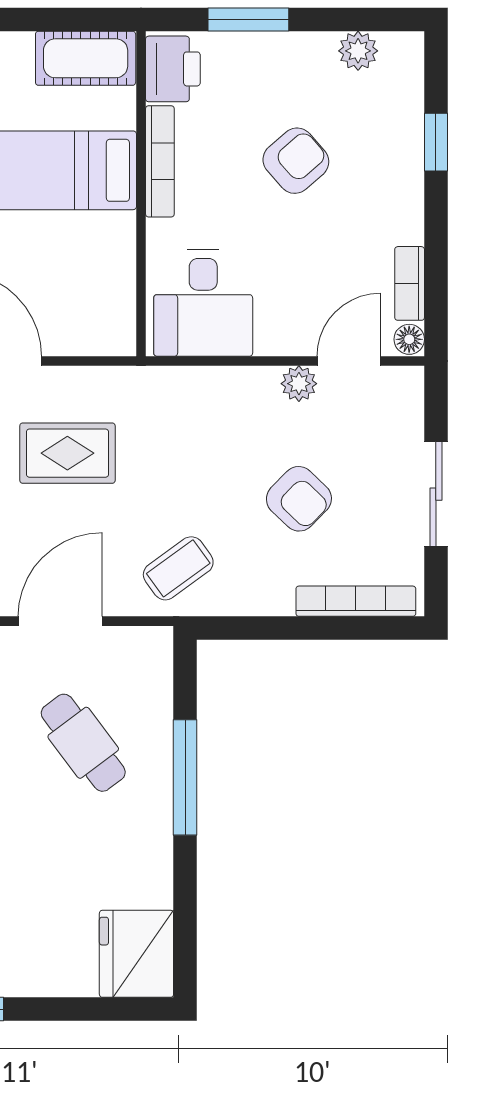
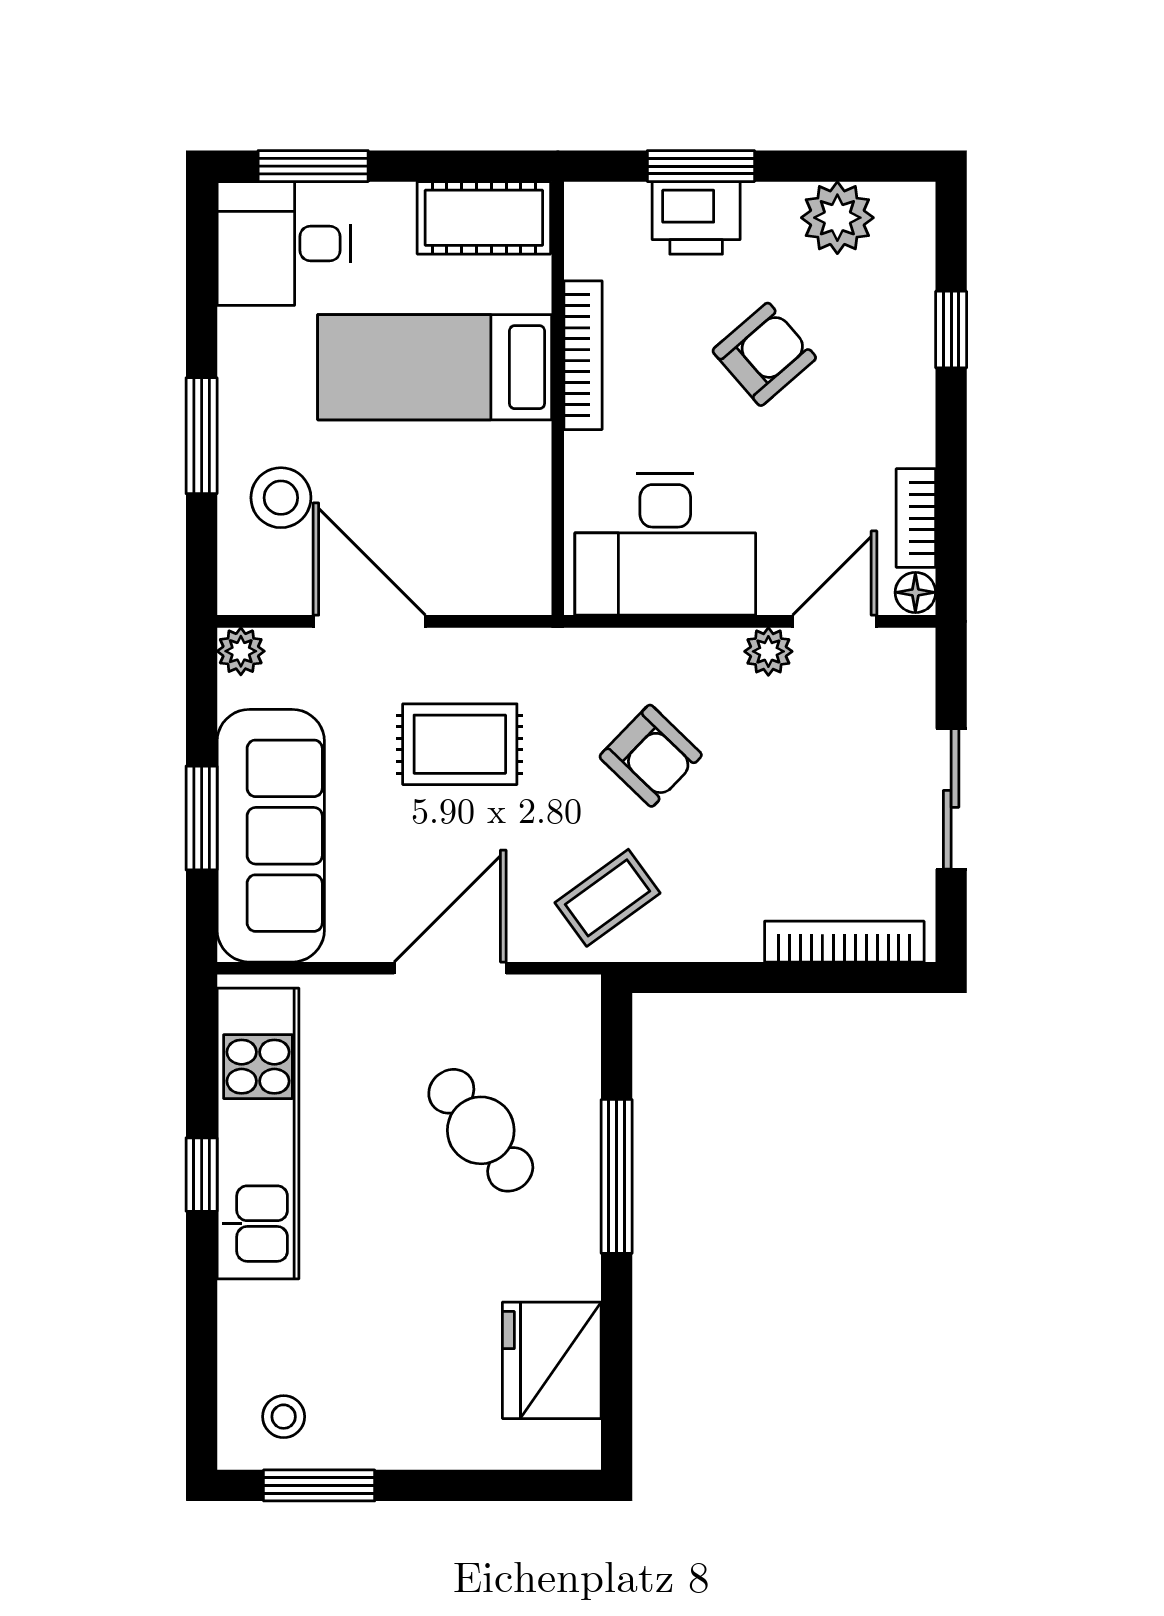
plant: (358, 51) -> (837, 218), width x1.38, depth x1.38
printer: (173, 69) -> (696, 218), moved, turned 90
desk: (203, 303) -> (665, 544), width x1.37
armchair: (299, 499) -> (651, 756), moved
fridge: (136, 954) -> (552, 1360), moved

